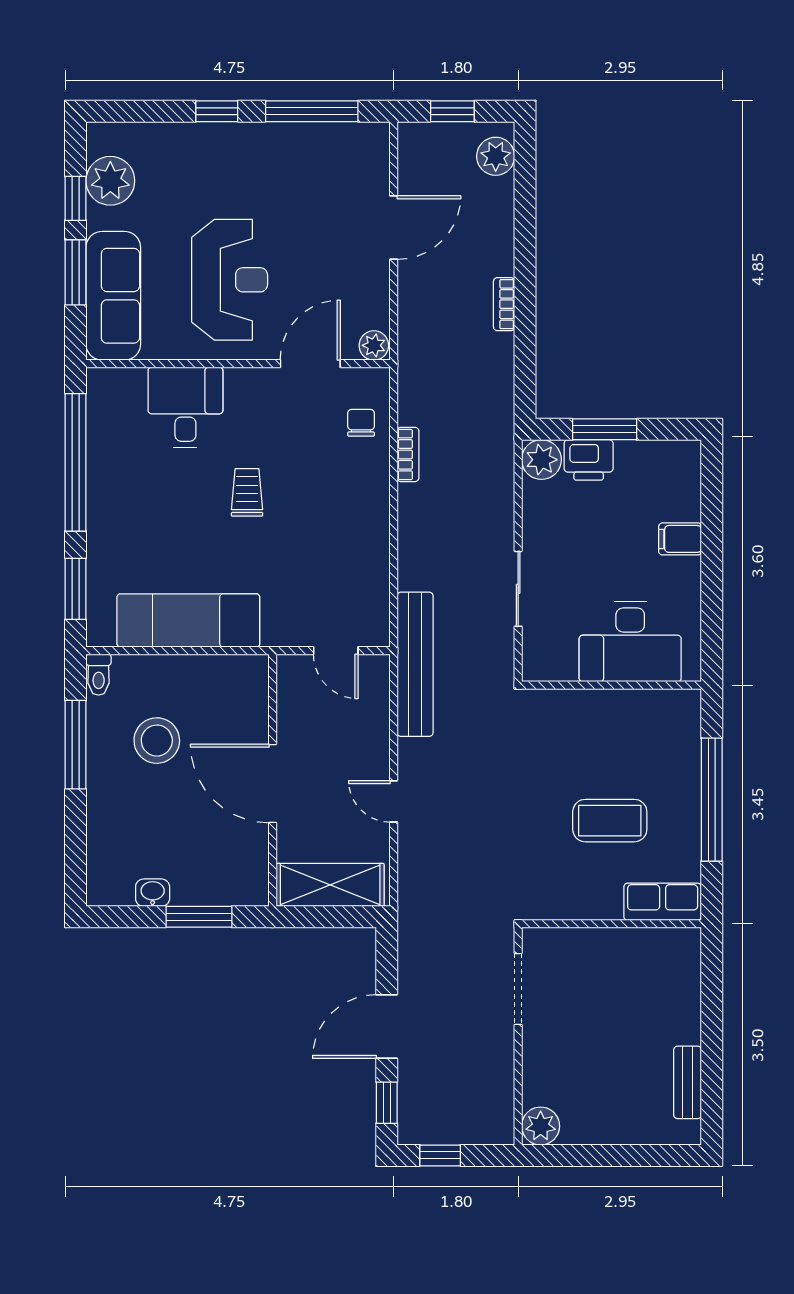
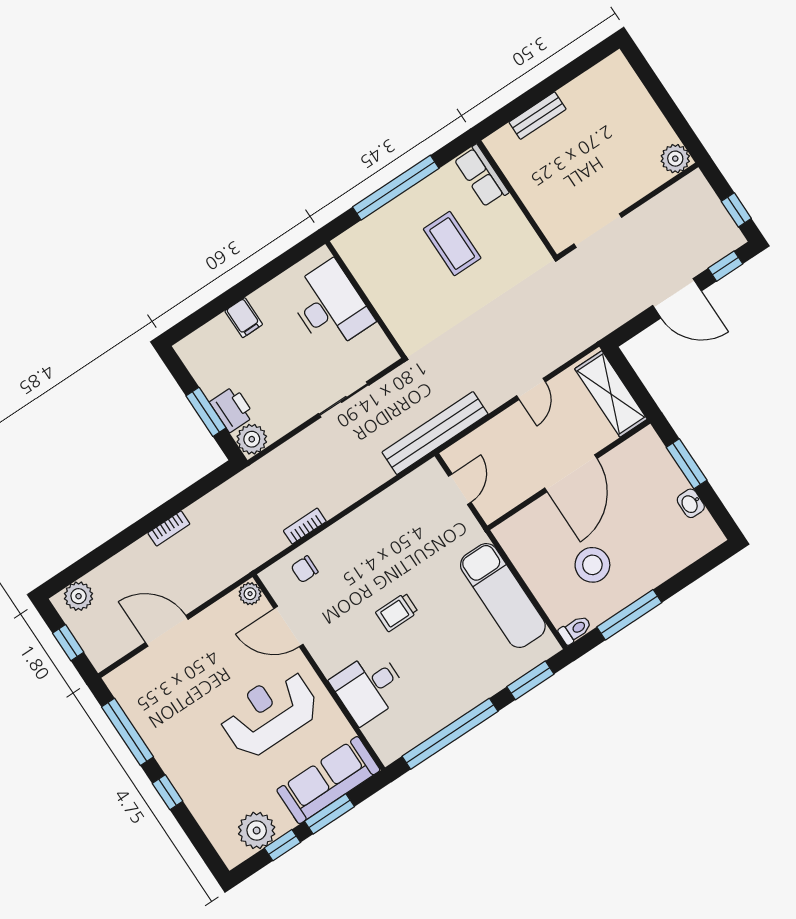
bench: (688, 1082) -> (538, 116), moved

